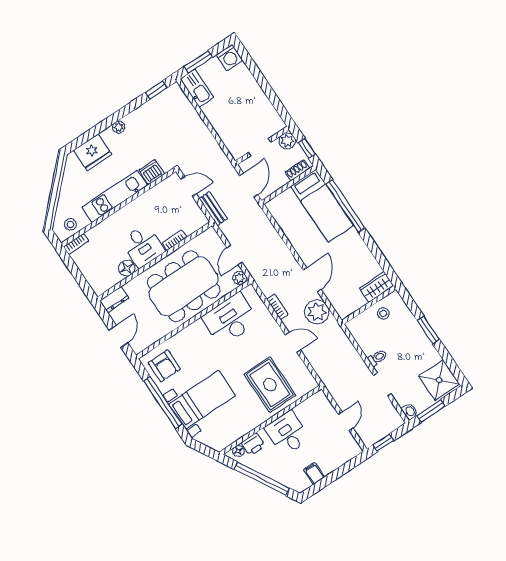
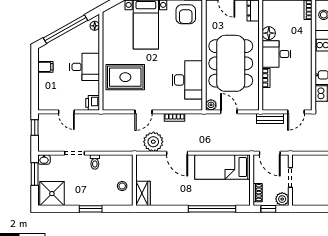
bed: (322, 206) -> (223, 167), moved
armchair: (164, 366) -> (186, 14), turned -90
printer: (253, 444) -> (93, 103), moved

